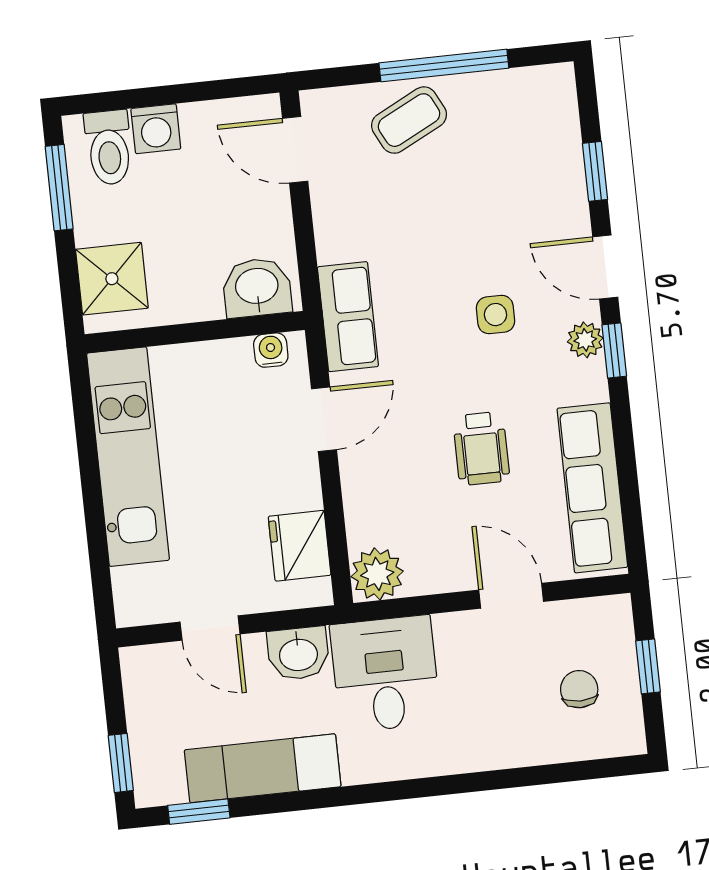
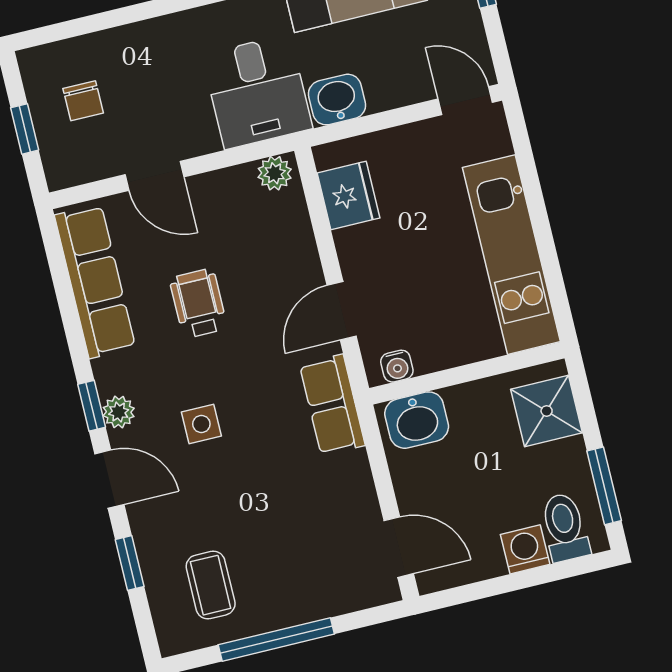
coffee table: (409, 120) -> (211, 585), moved, turned -63
plant: (377, 574) -> (275, 173), width x0.73, depth x0.73
door: (210, 628) -> (465, 101), moved

